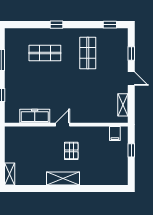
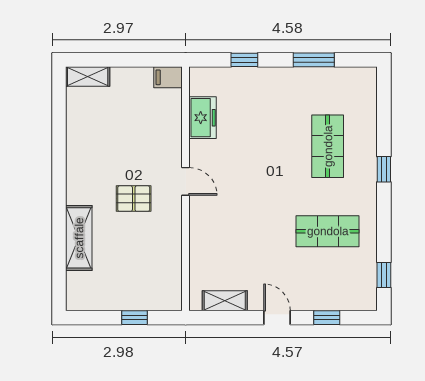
door: (131, 79) -> (277, 318), swing flipped
freezer: (35, 116) -> (203, 118), width x0.71
filing cabinet: (115, 134) -> (168, 77), moved
shelving: (63, 179) -> (79, 238), moved

